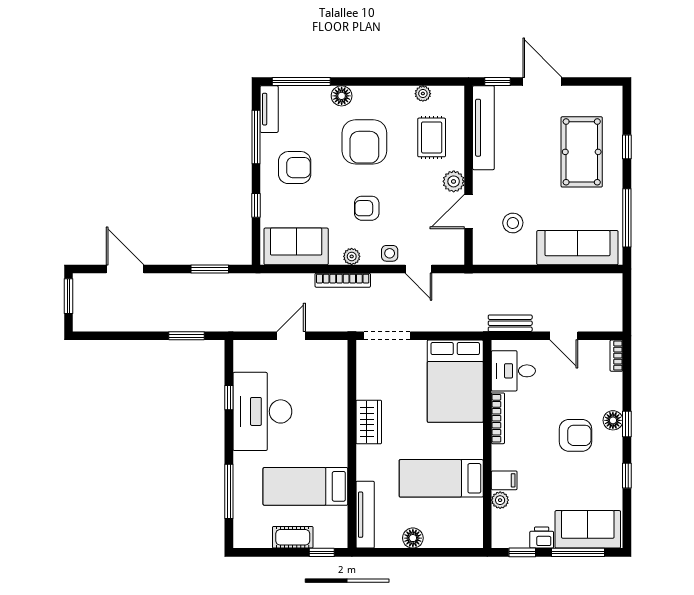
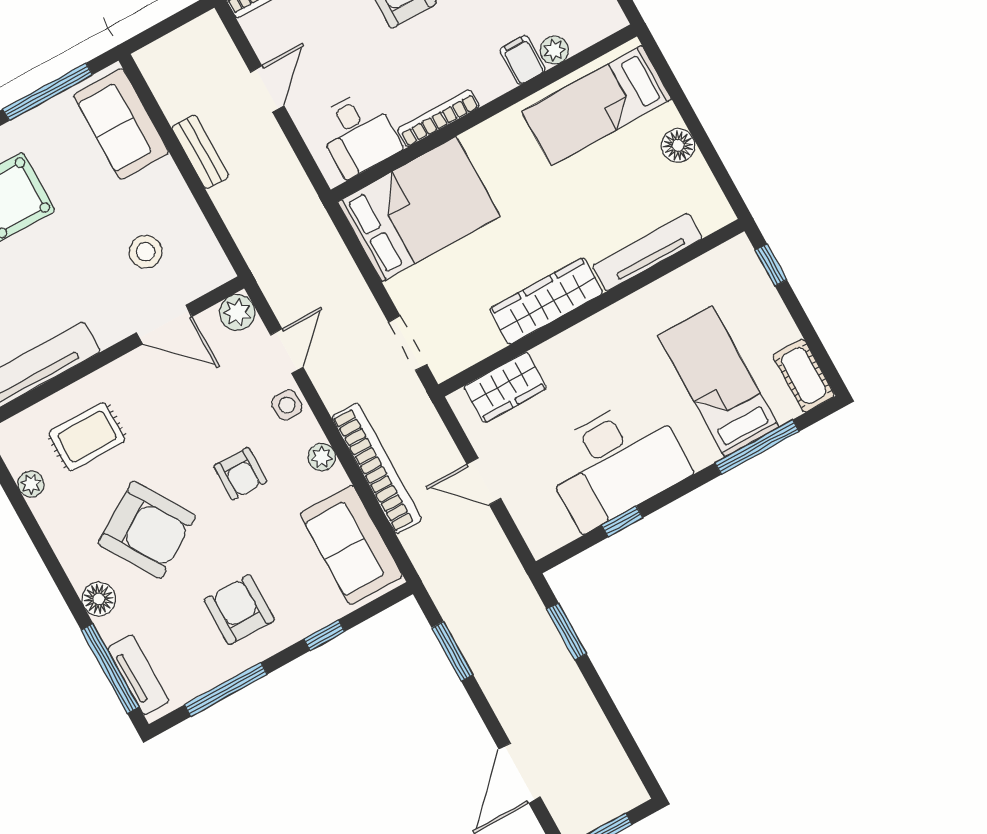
tv unit: (269, 109) -> (138, 675), moved, turned 90
armchair: (364, 142) -> (147, 530), turned 58
plant: (454, 181) -> (237, 312), moved
sofa: (577, 248) -> (121, 124), width x0.73
bookcase: (343, 280) -> (377, 468), width x1.48, depth x1.31
bench: (510, 323) -> (200, 152), moved
doorway: (387, 336) -> (408, 343), width x0.73
wardrobe: (335, 375) -> (505, 387), added
wardrobe: (369, 422) -> (546, 301), width x1.50
bed: (441, 478) -> (597, 105), moved, turned 90
bed: (305, 486) -> (718, 381), moved, turned 180
tv unit: (365, 515) -> (647, 252), moved
cot: (293, 537) -> (804, 376), moved

